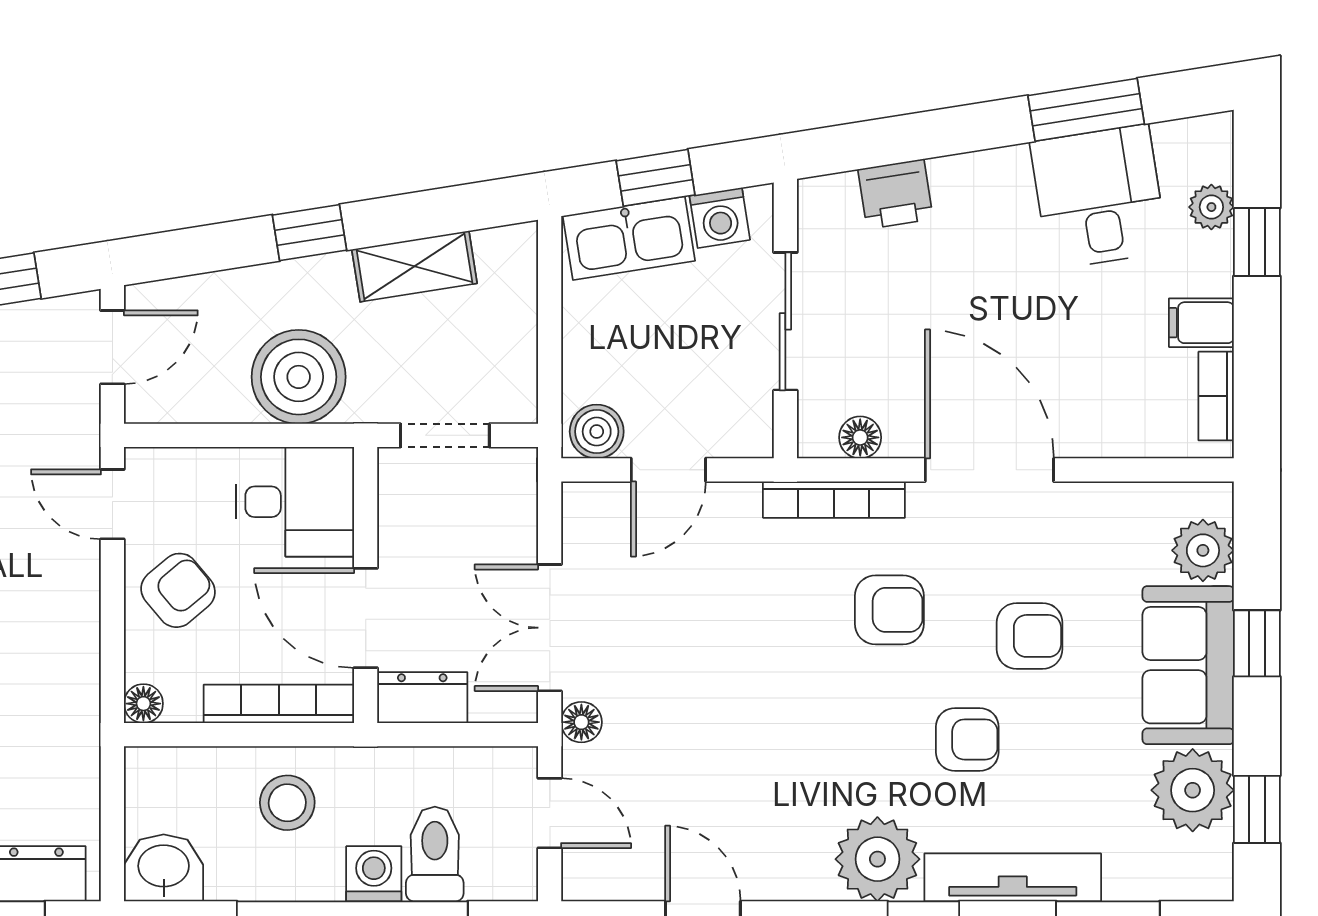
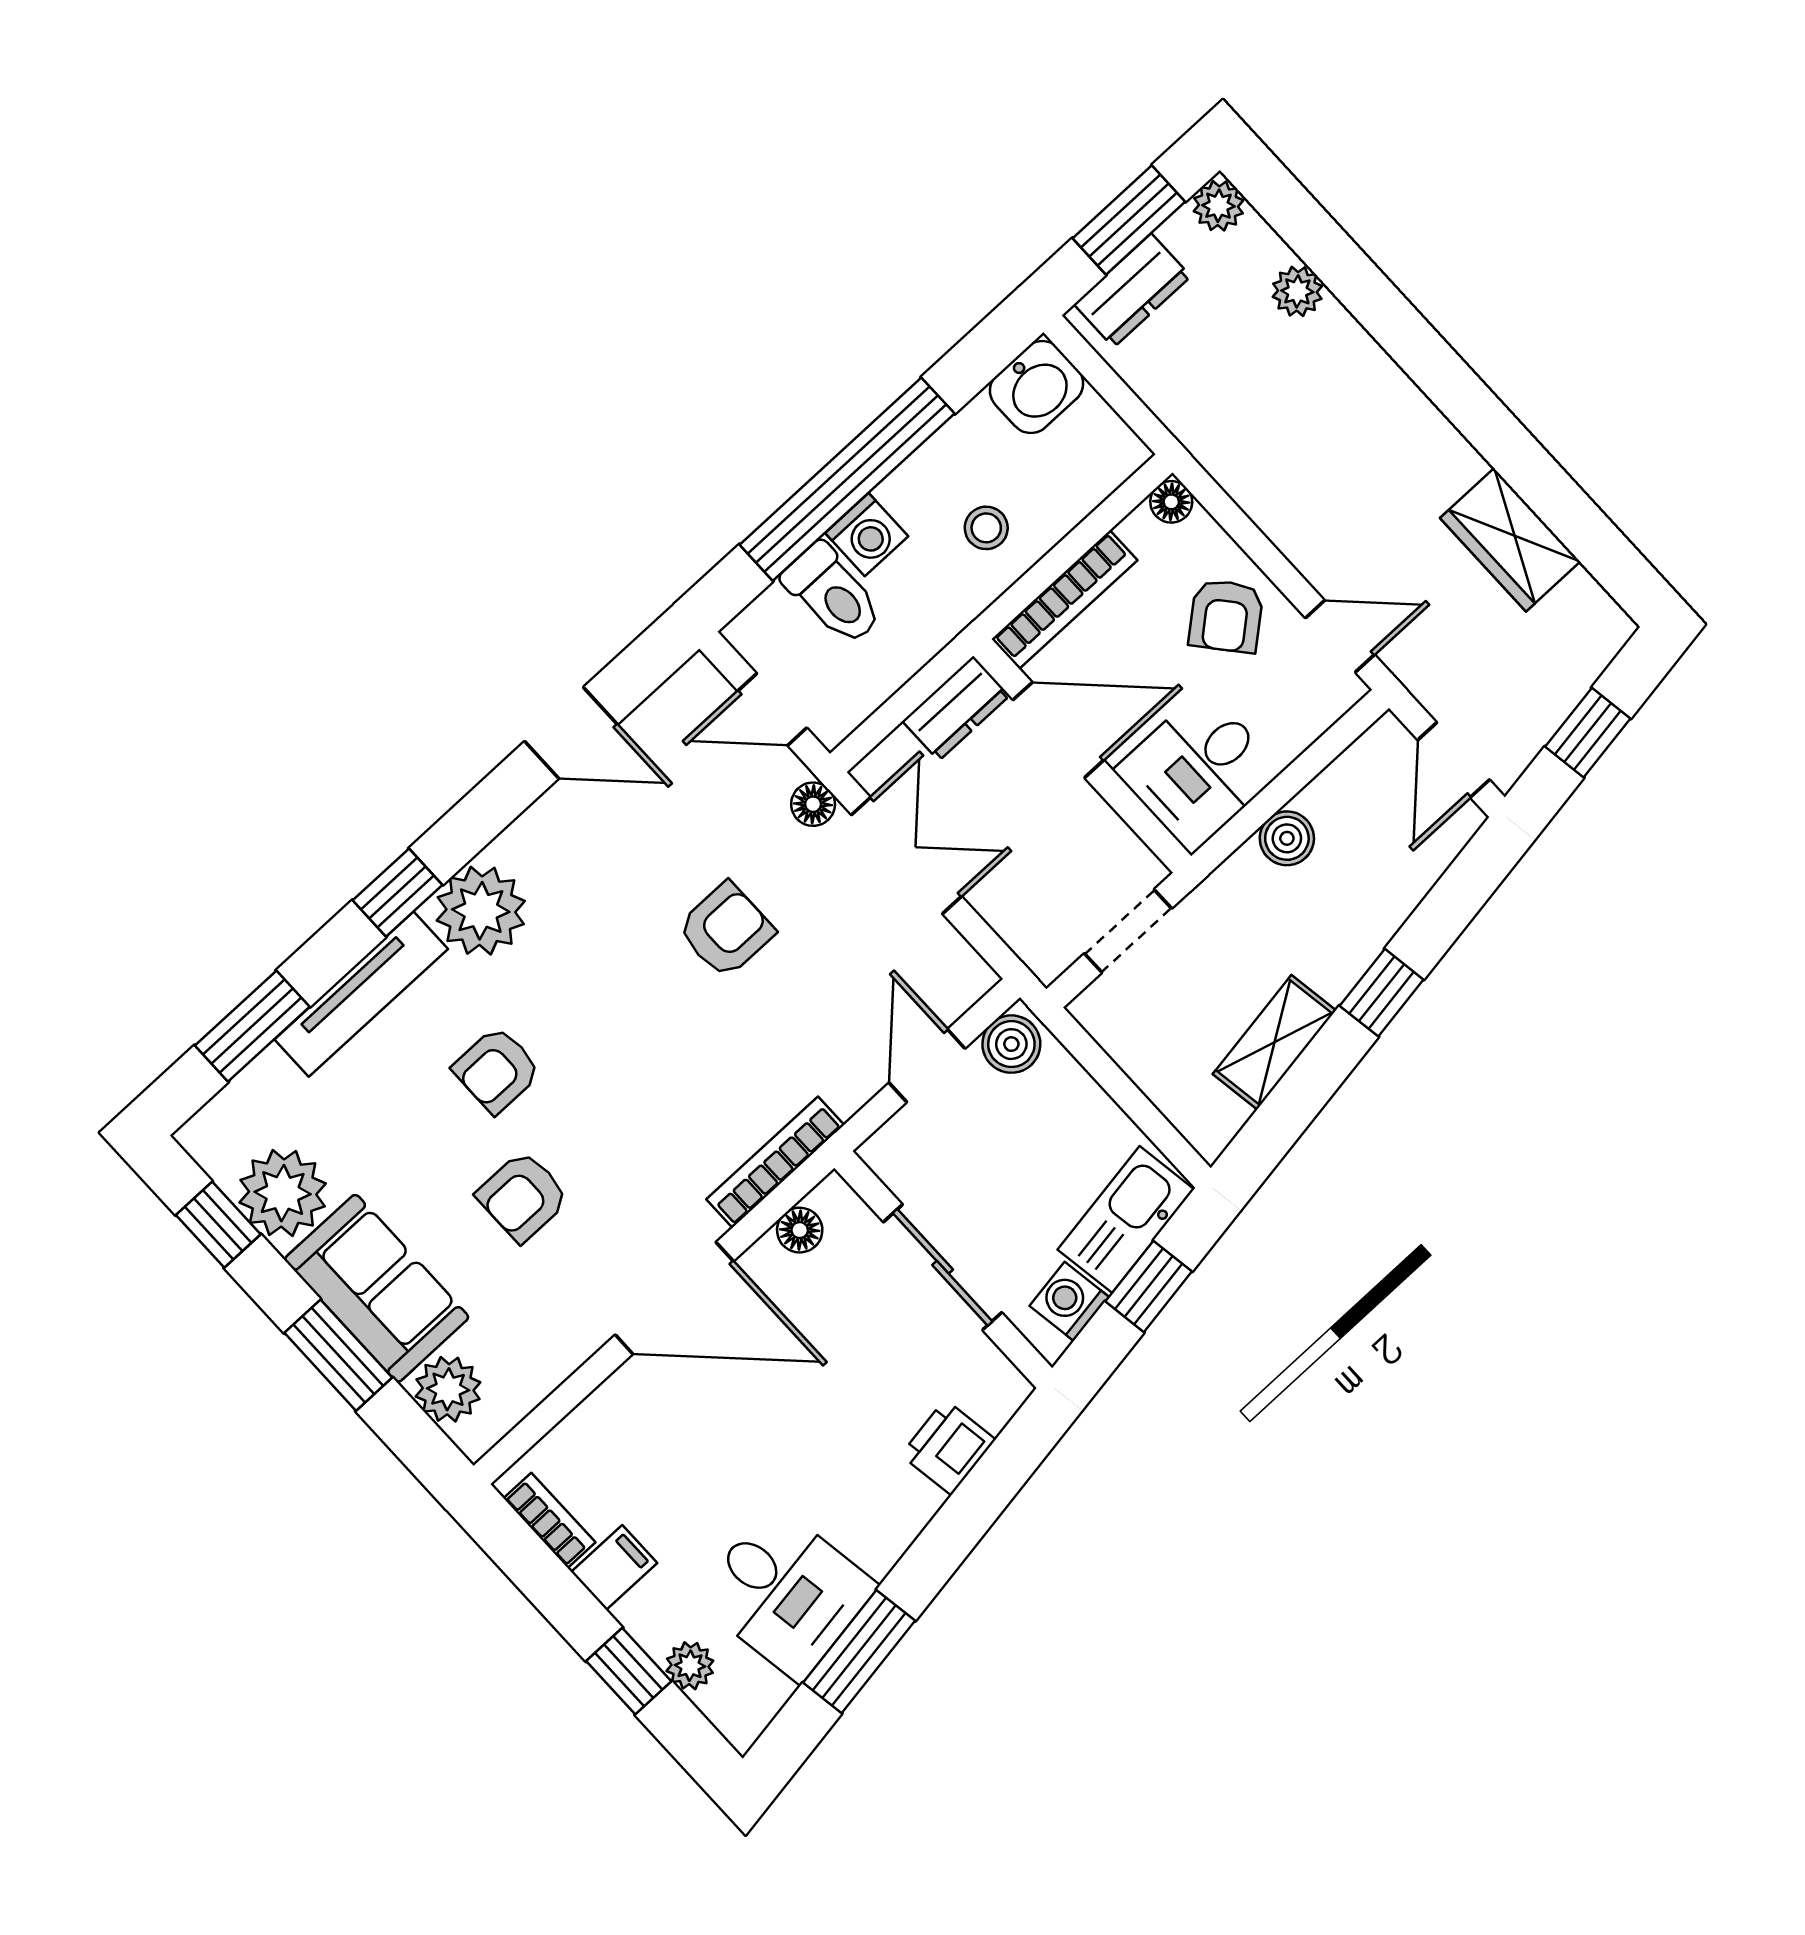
boiler: (299, 377) -> (1287, 838), width x0.54, depth x0.54
armchair: (889, 610) -> (726, 930), moved, turned 180
window: (1257, 643) -> (338, 1355), width x1.50
stool: (287, 803) -> (986, 528), width x0.73, depth x0.73

